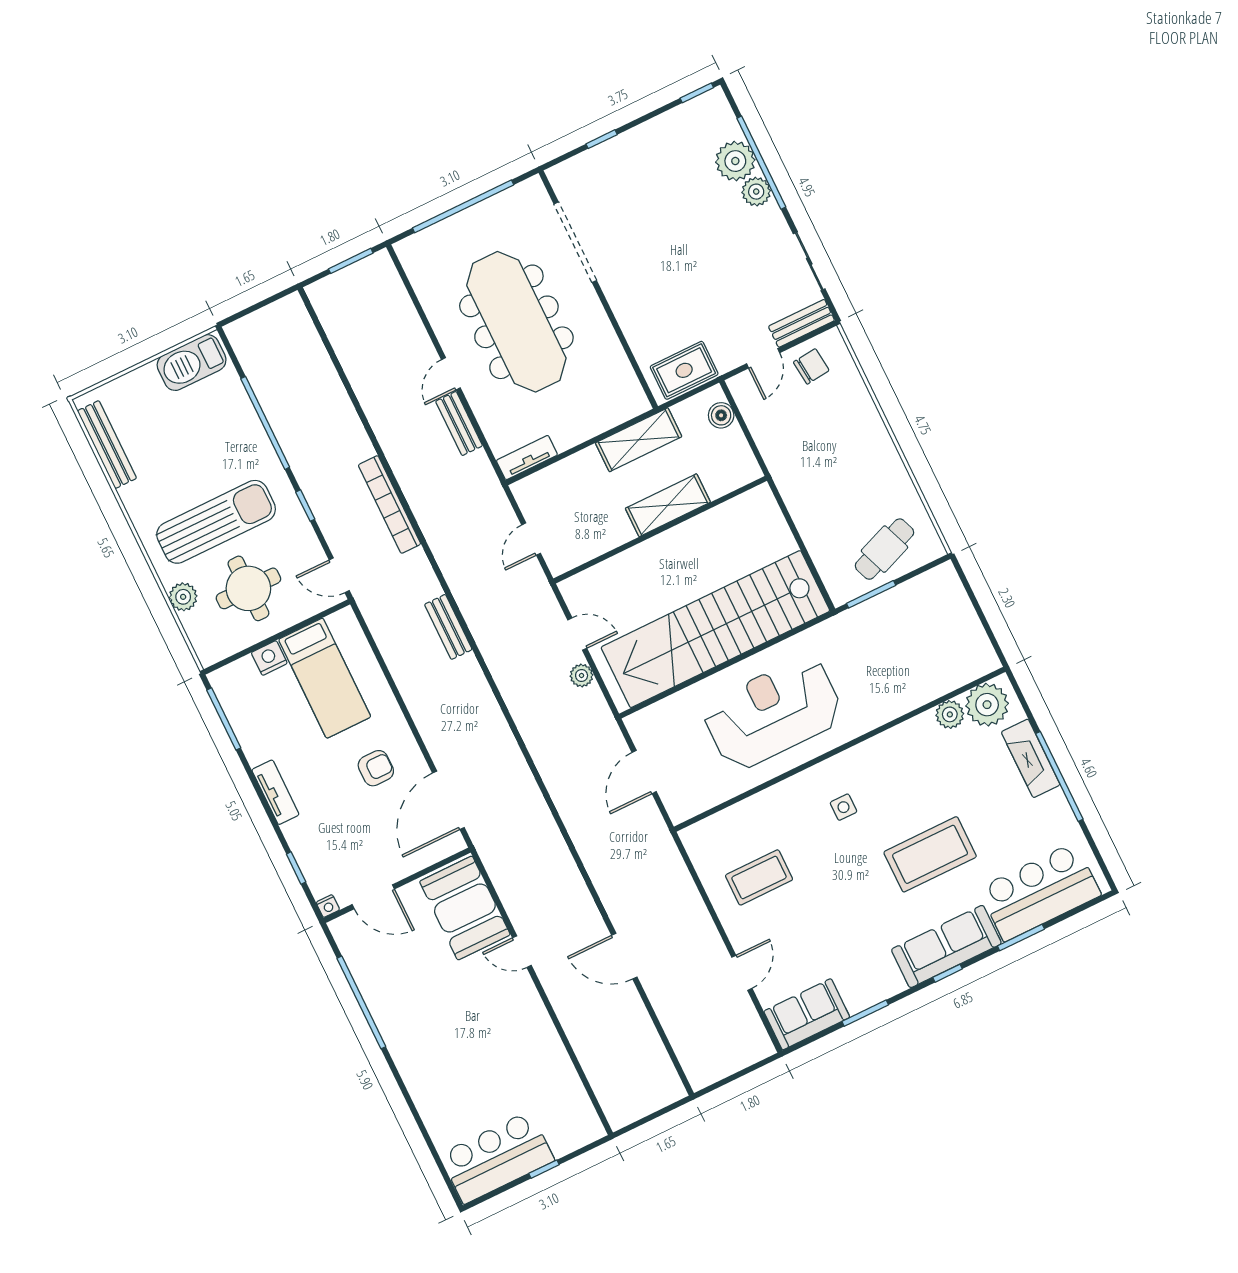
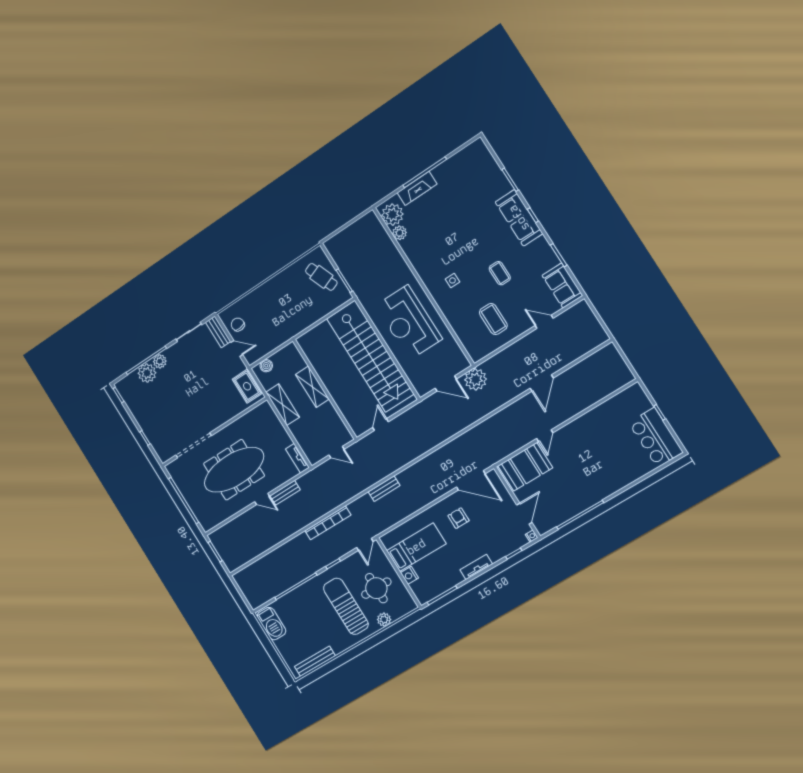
plant: (582, 676) -> (476, 379), moved, width x1.88, depth x1.88
coffee table: (930, 854) -> (500, 273), moved, width x0.54, depth x0.58
bar counter: (1040, 892) -> (485, 174), removed

